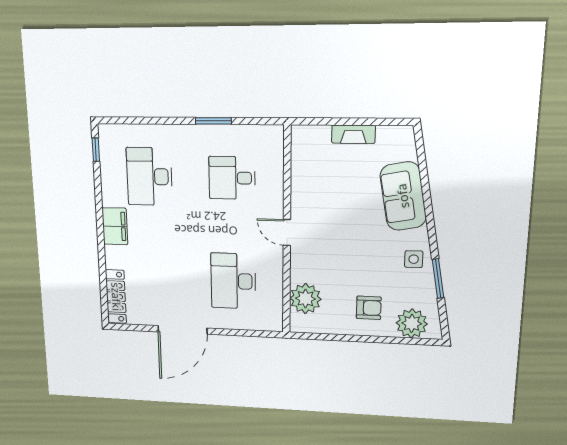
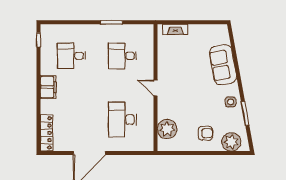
fireplace: (353, 134) -> (175, 29), moved
desk: (149, 177) -> (72, 56), width x0.73

